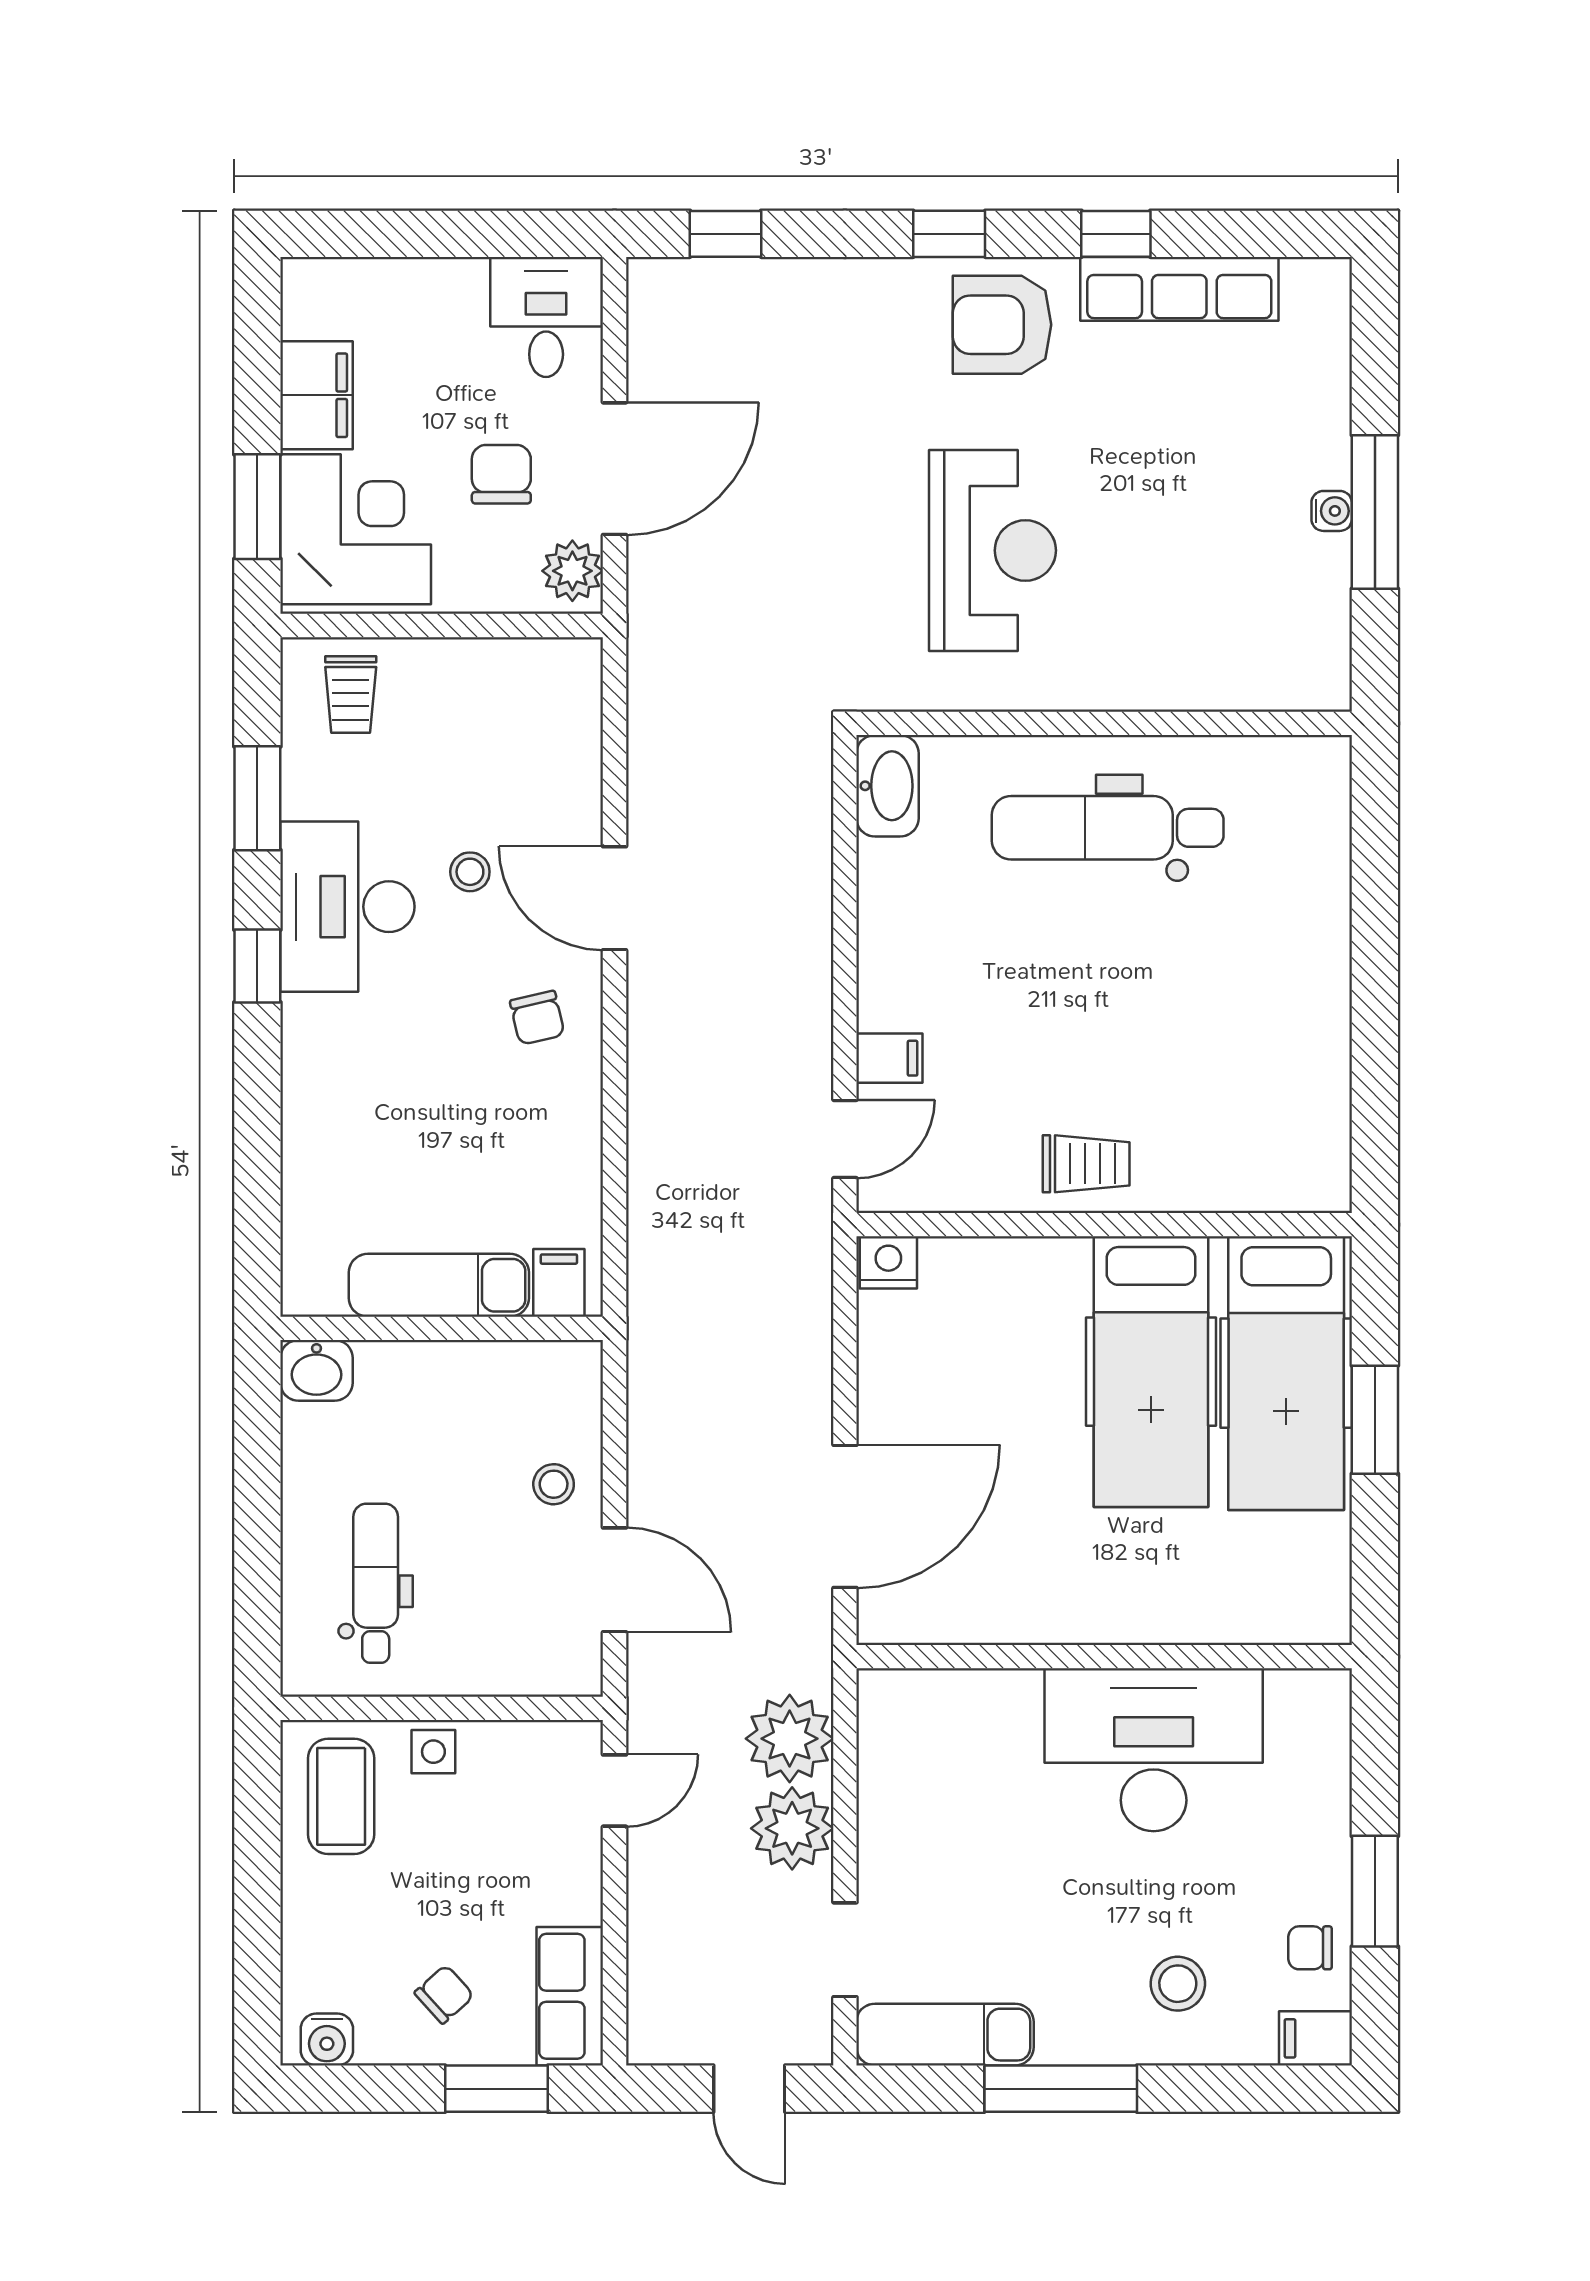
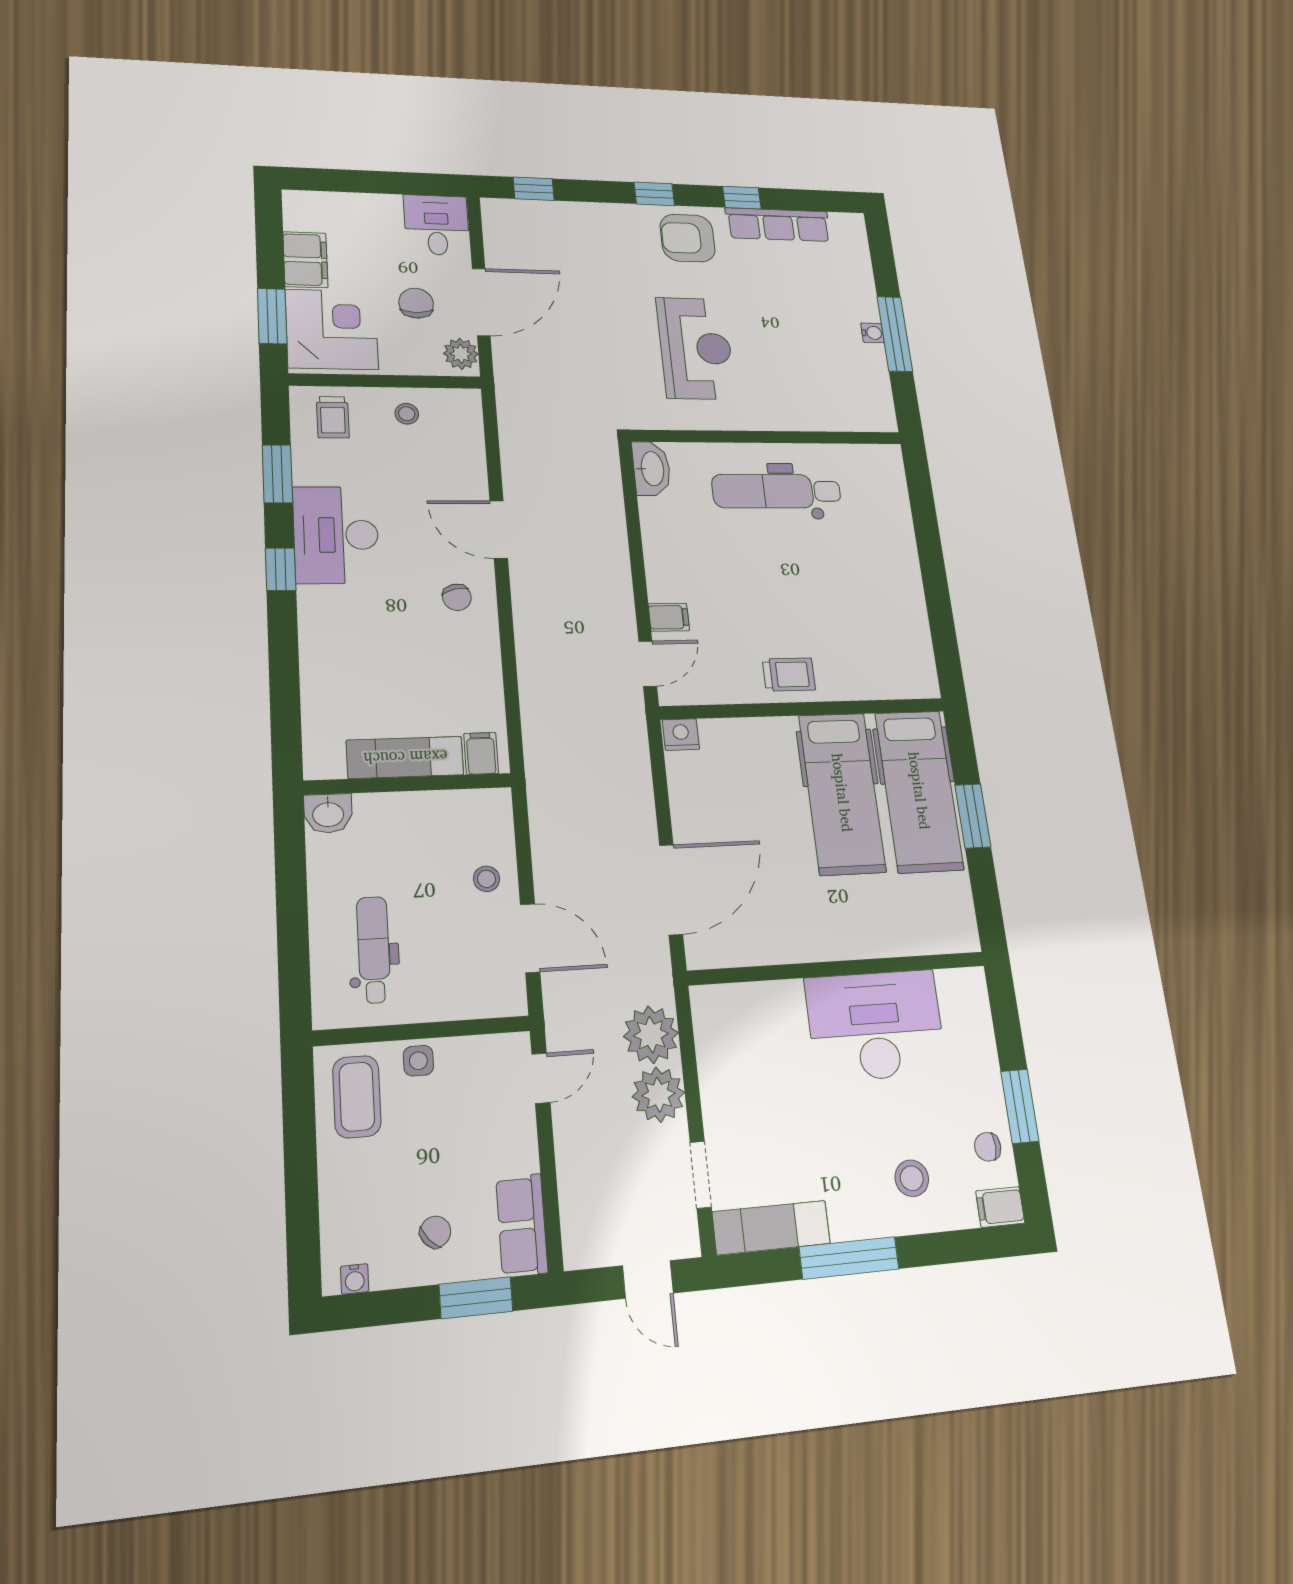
stool: (470, 872) -> (407, 414), moved
water cooler: (327, 2040) -> (355, 1279), width x0.72, depth x0.72

